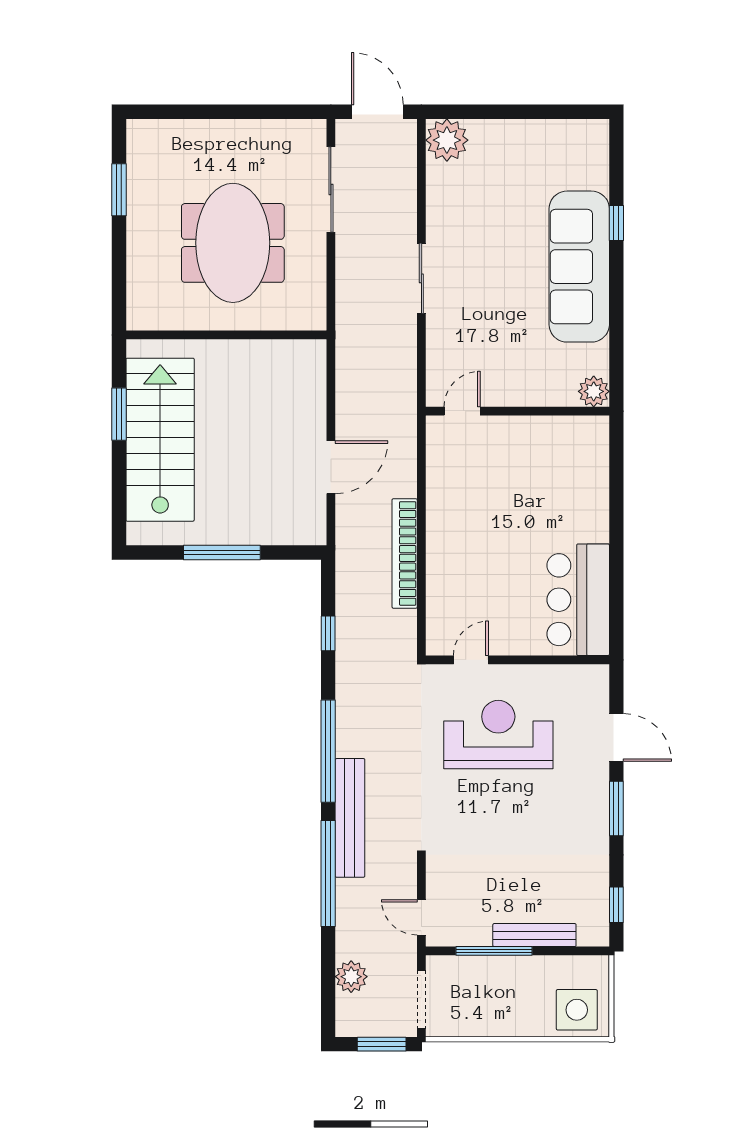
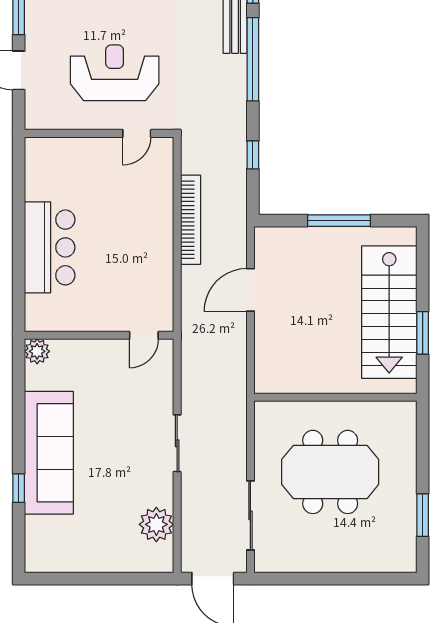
plant: (447, 140) -> (156, 524), moved
meeting table: (233, 243) -> (330, 472), turned 90
bar counter: (578, 600) -> (50, 247), moved
reception desk: (498, 734) -> (115, 73), turned 180

